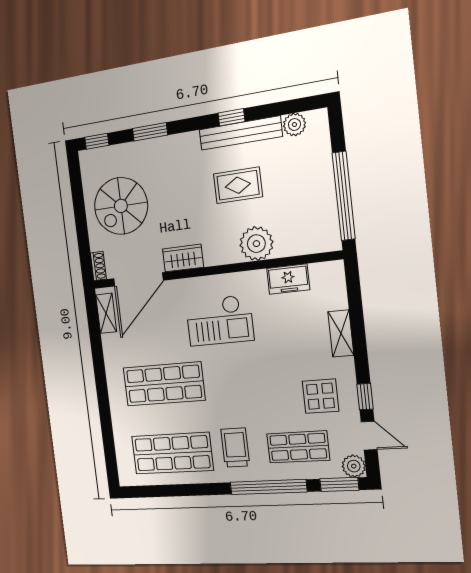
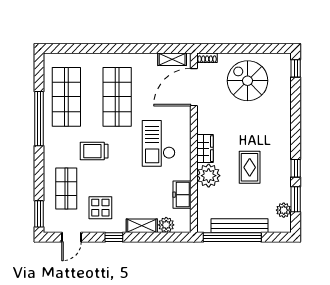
window: (150, 132) -> (296, 199), moved
bench: (240, 133) -> (240, 226), moved, turned 90
wardrobe: (183, 258) -> (205, 149), moved
door: (138, 279) -> (194, 87), hinge flipped
window: (365, 397) -> (114, 237), moved
trolley: (235, 448) -> (94, 151), moved, turned 180
plant: (354, 466) -> (166, 225), moved
window: (268, 487) -> (39, 119), moved

